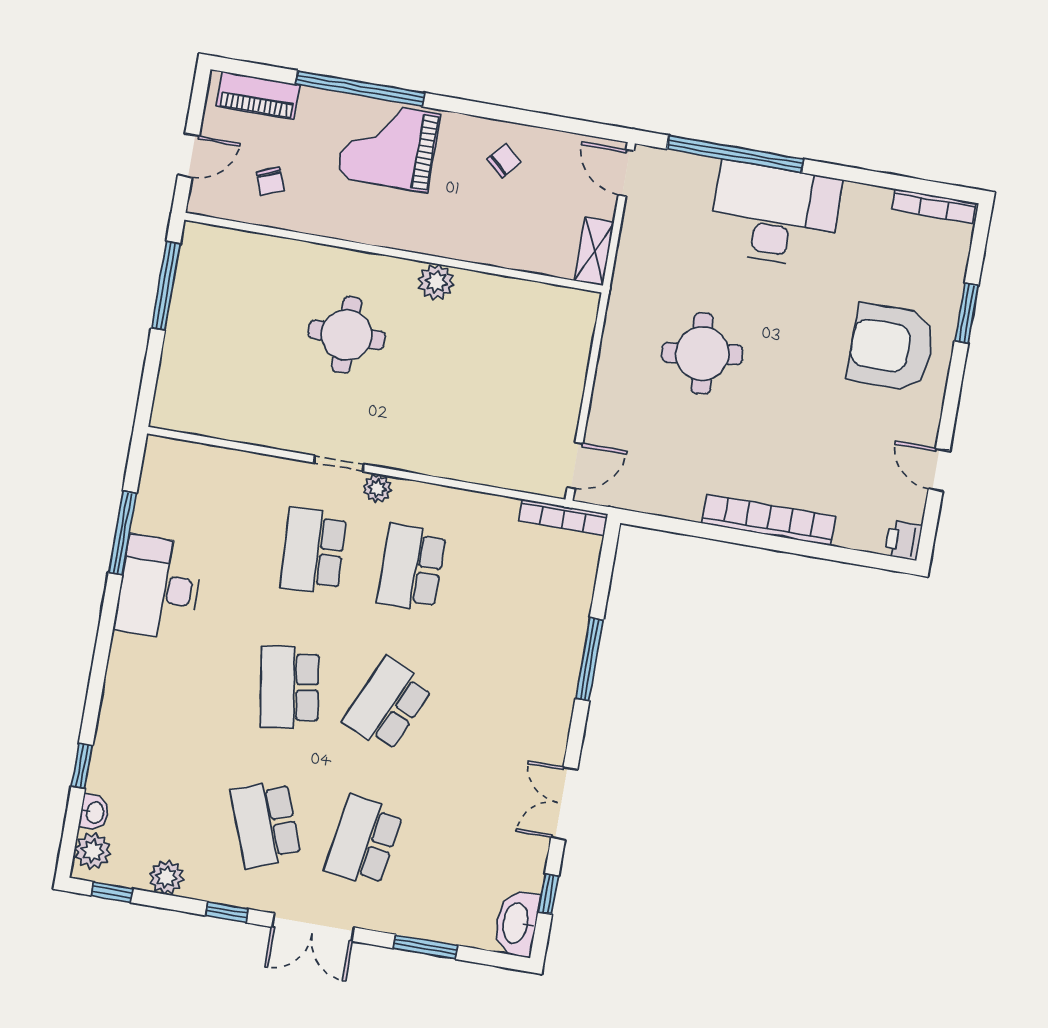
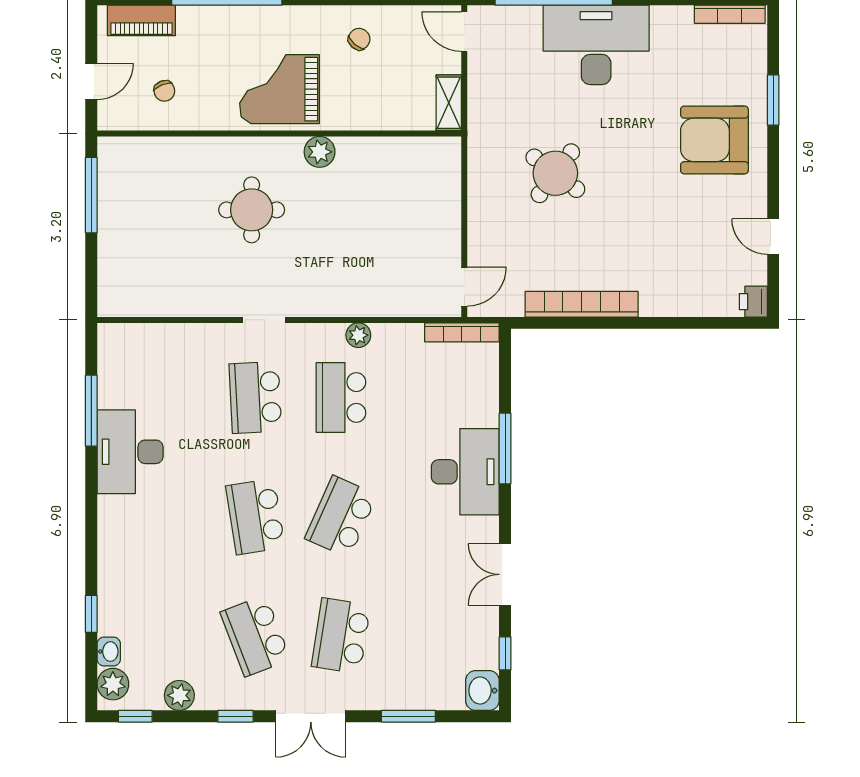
grand piano: (389, 146) -> (279, 89), moved
round table: (702, 354) -> (555, 173), turned 45
plant: (377, 488) -> (358, 335), moved
bookcase: (769, 520) -> (582, 304), moved
desk: (539, 678) -> (465, 472), added
washbasin: (517, 923) -> (482, 691), width x0.72

